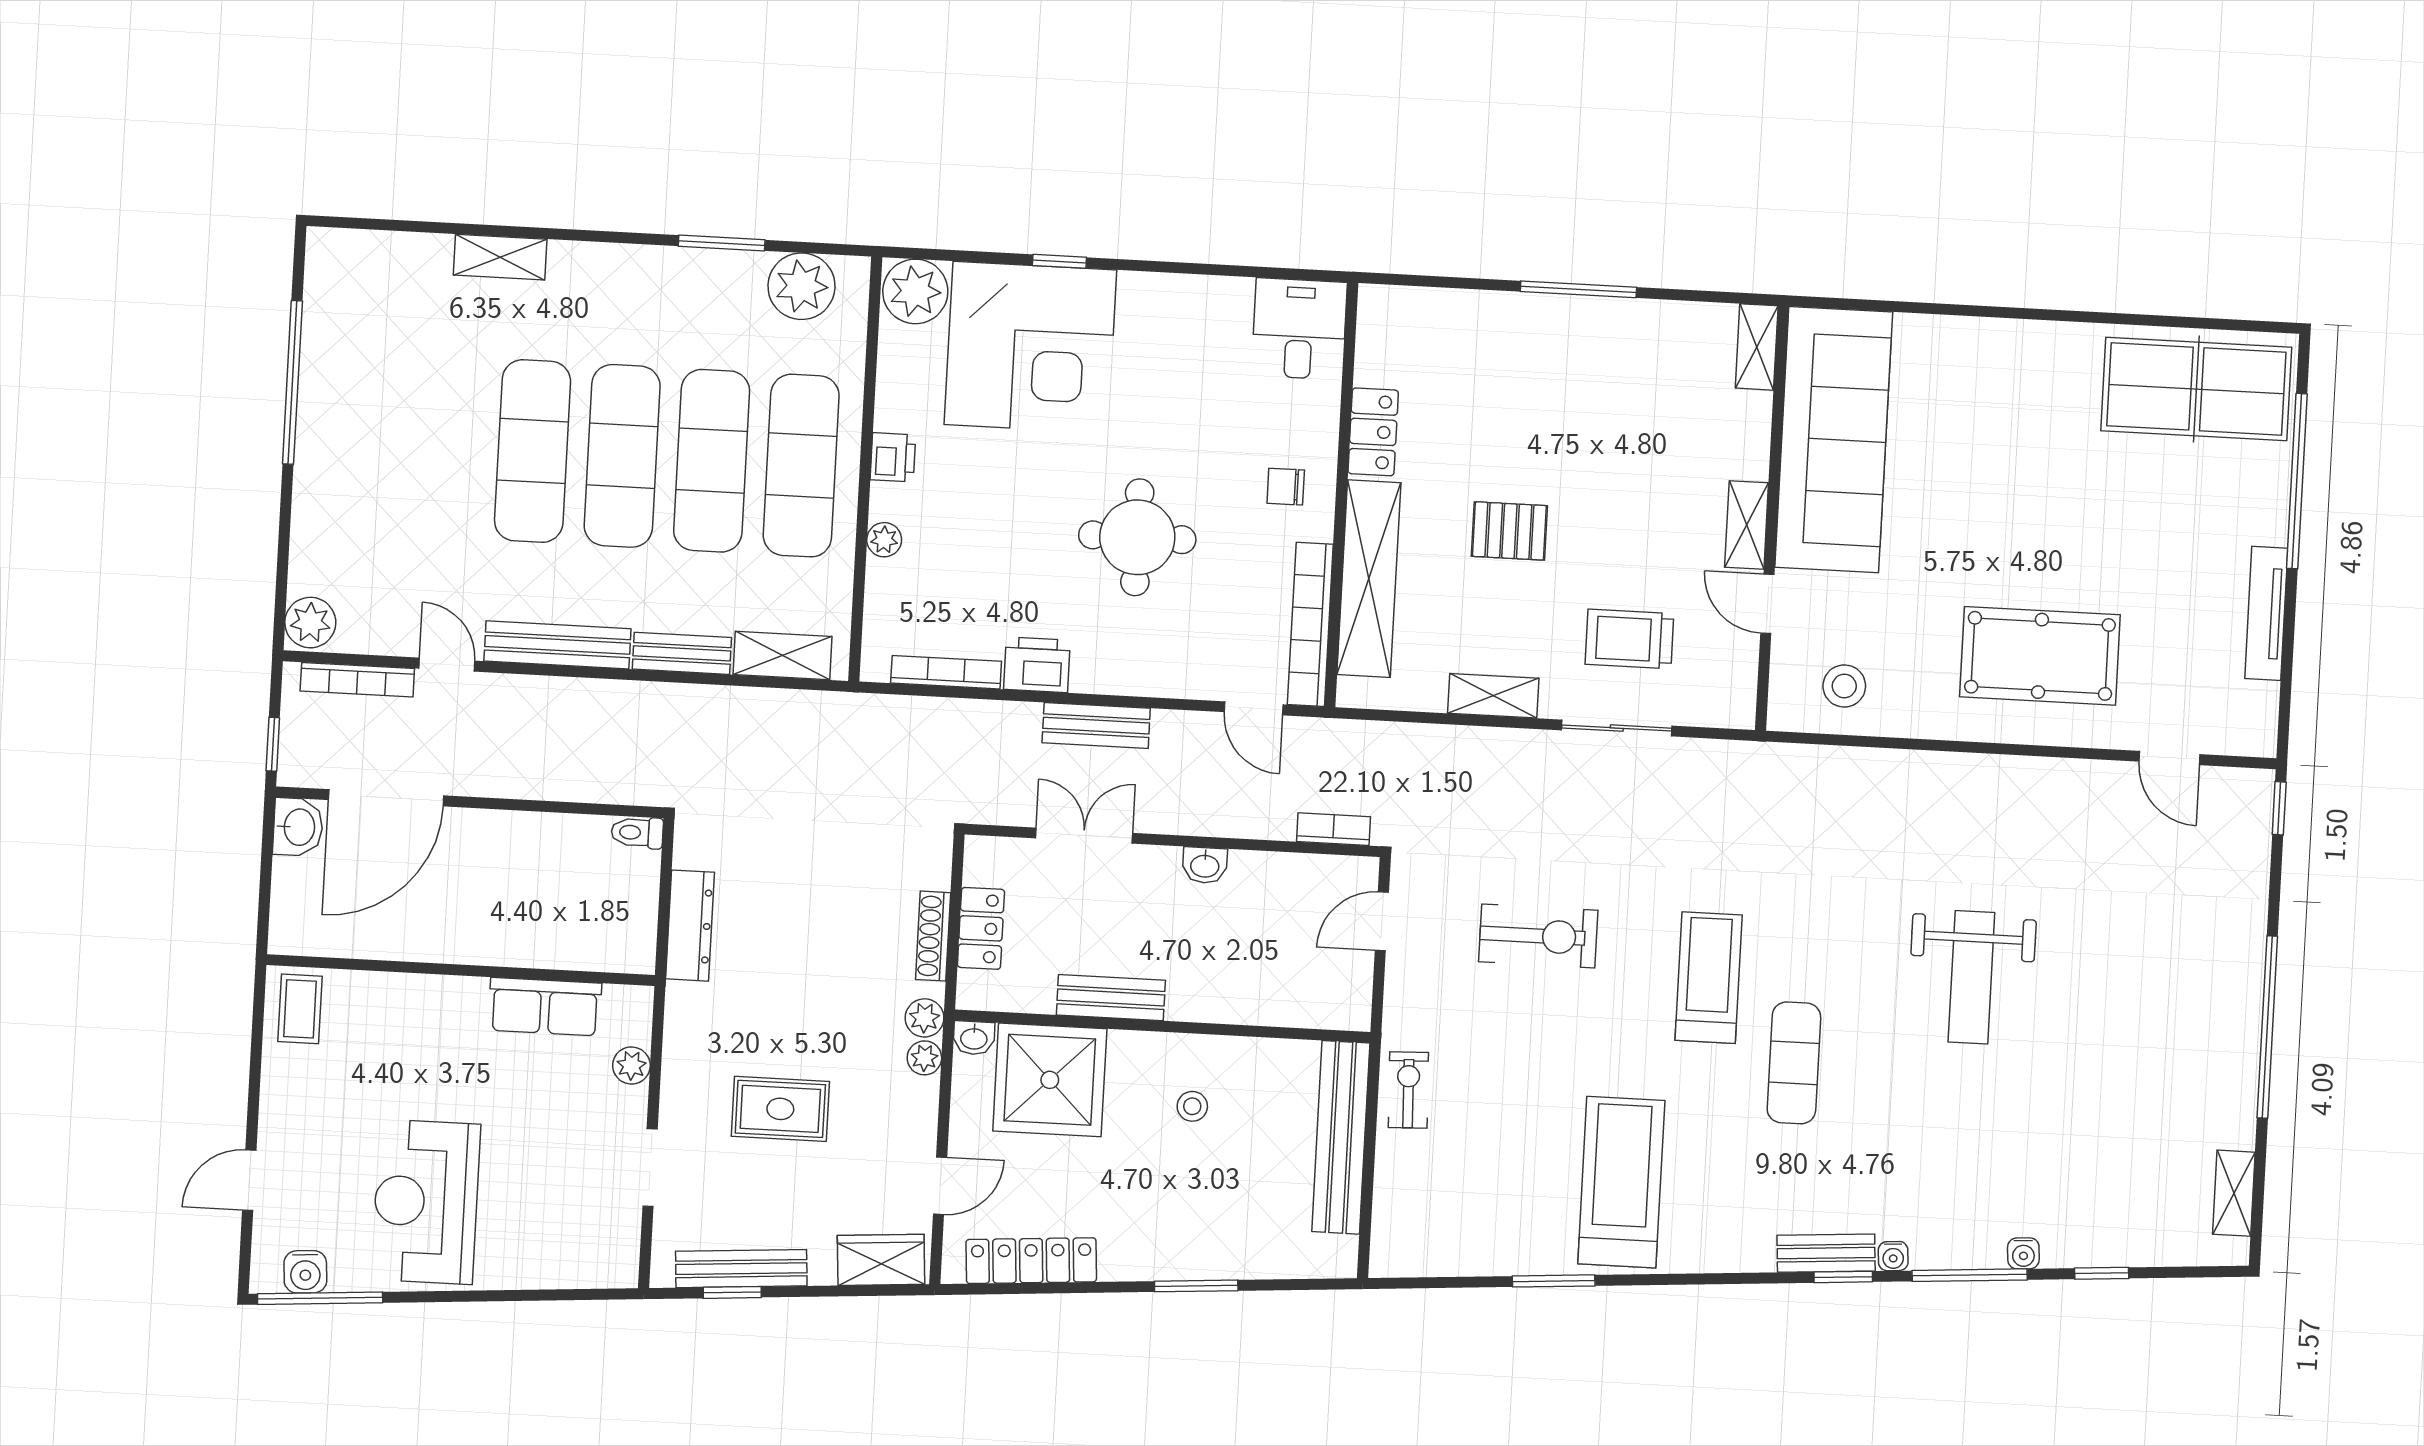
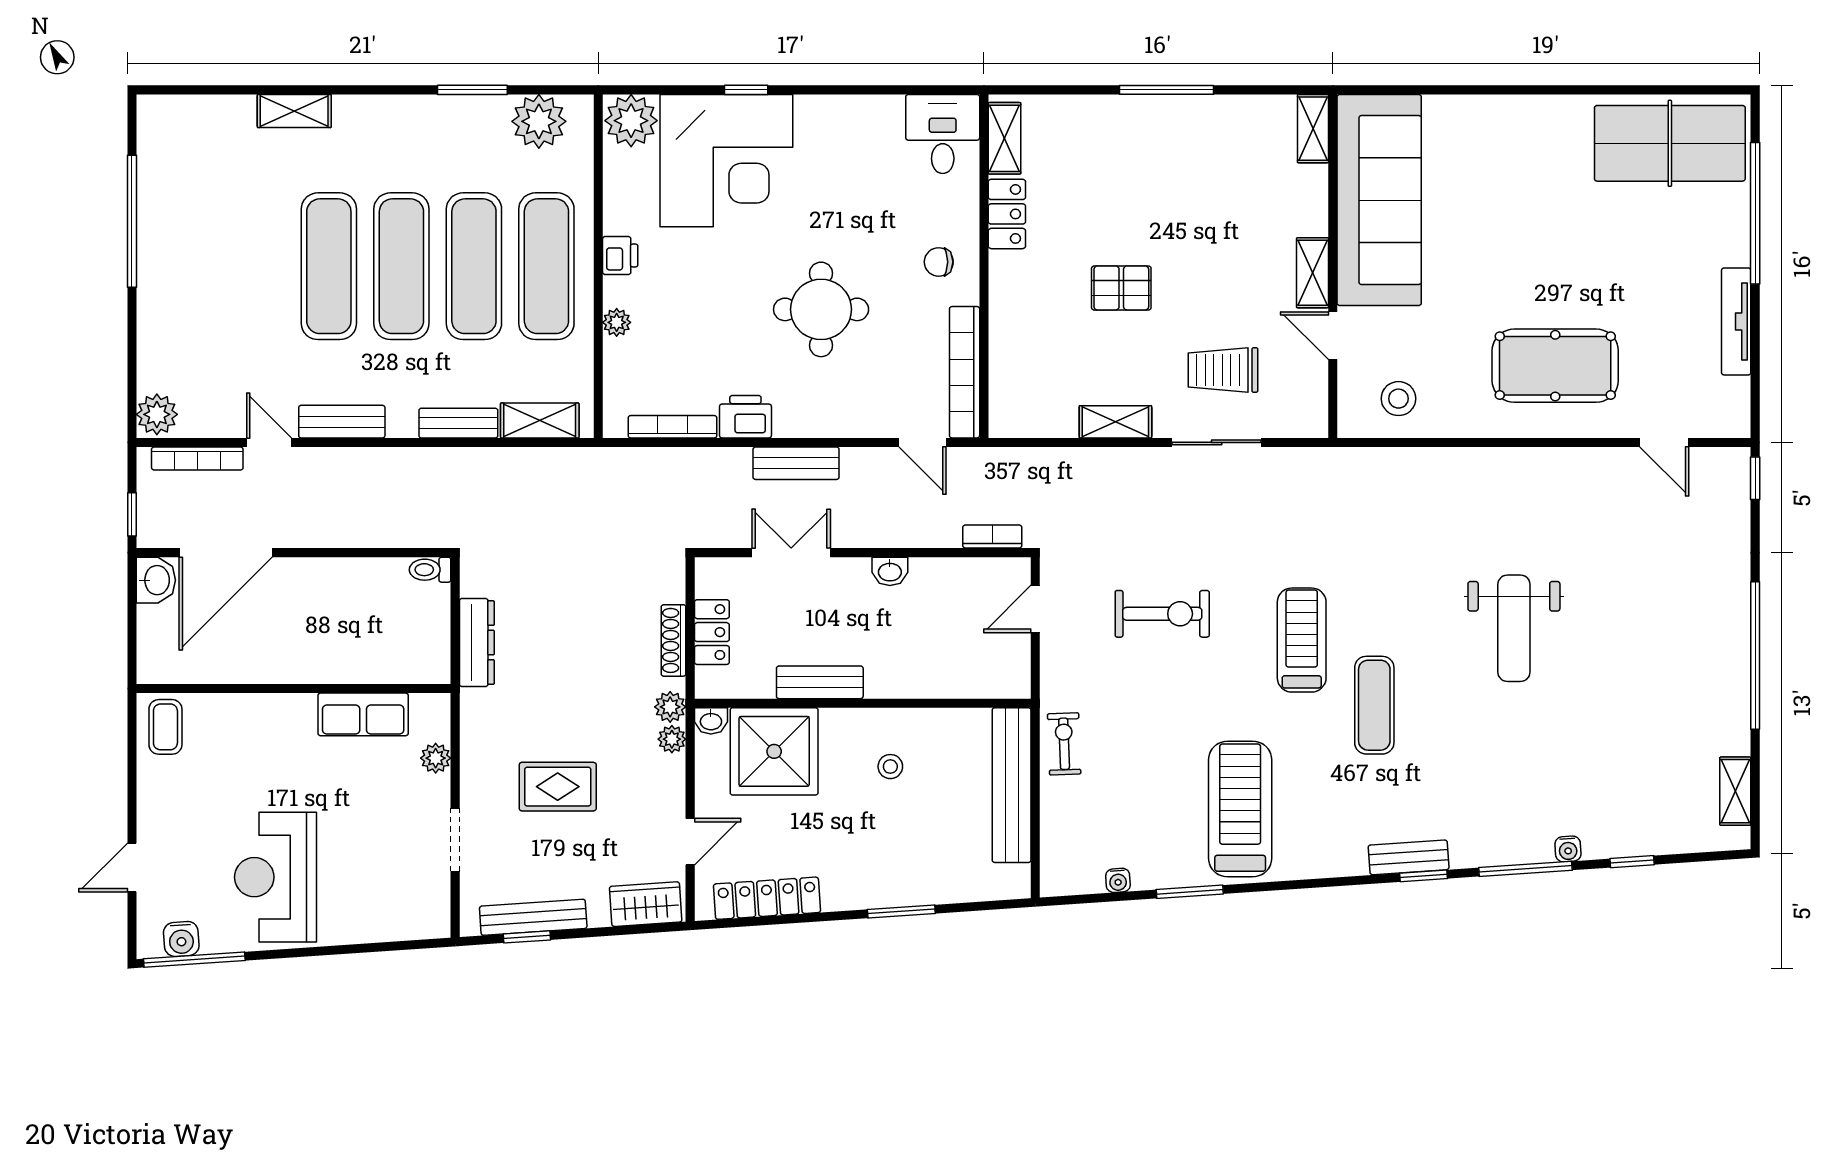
shelving: (1369, 579) -> (1004, 138), moved, width x0.45, depth x0.75
bench: (557, 645) -> (342, 422), width x0.73
water cooler: (1893, 1256) -> (1118, 880), moved

